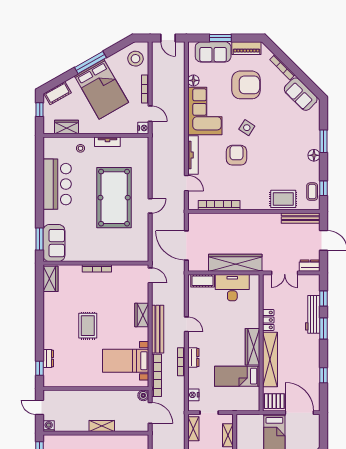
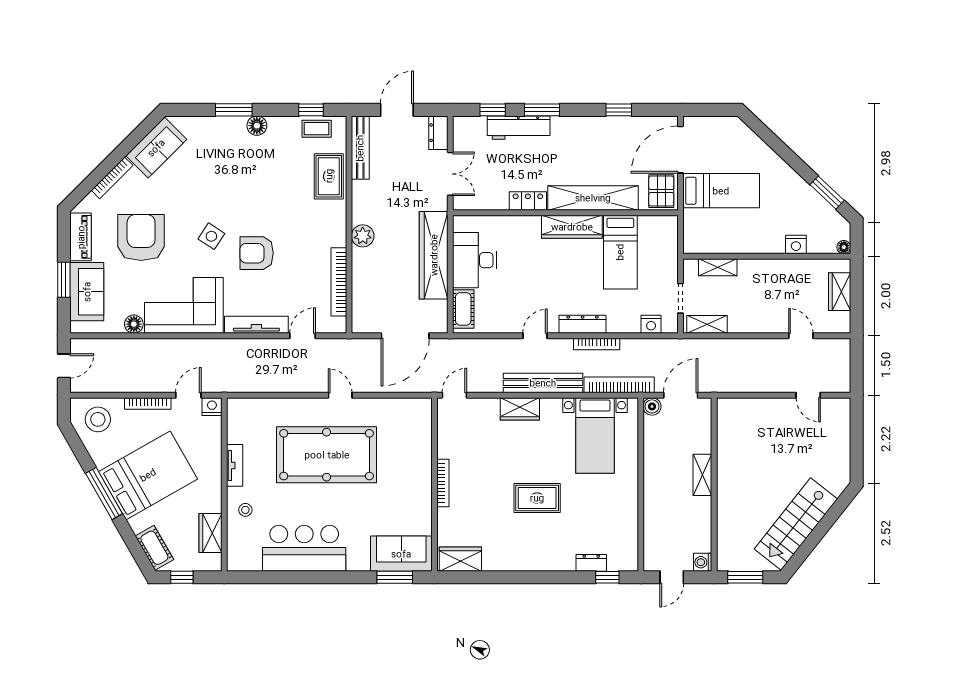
plant: (247, 220) -> (363, 236), added
dresser: (193, 357) -> (583, 324), width x1.44

